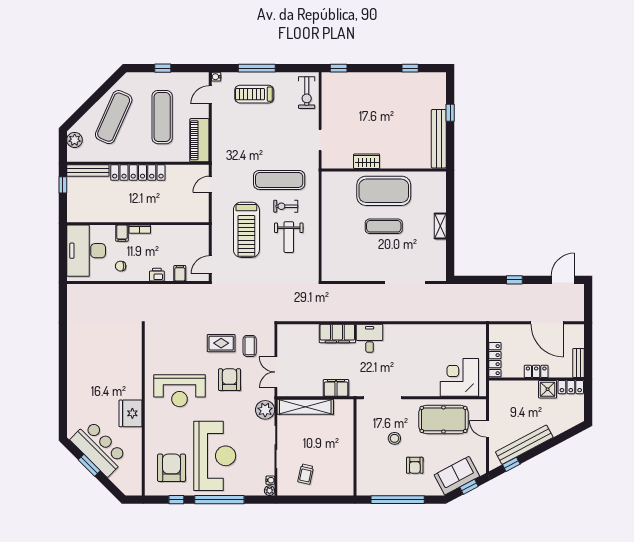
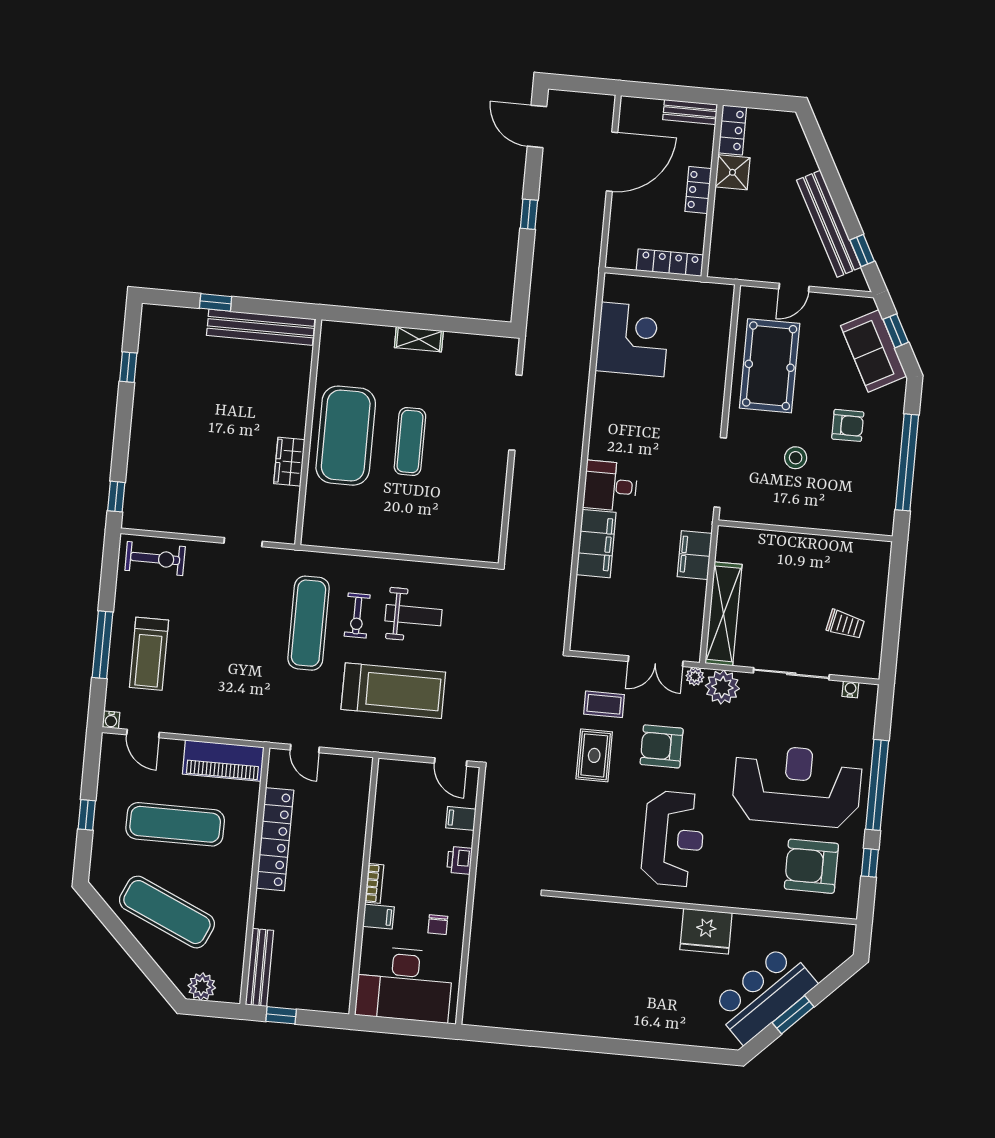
locker: (138, 173) -> (275, 839), moved
corner desk: (459, 377) -> (633, 339), moved, turned 180
plant: (270, 491) -> (695, 676), moved

